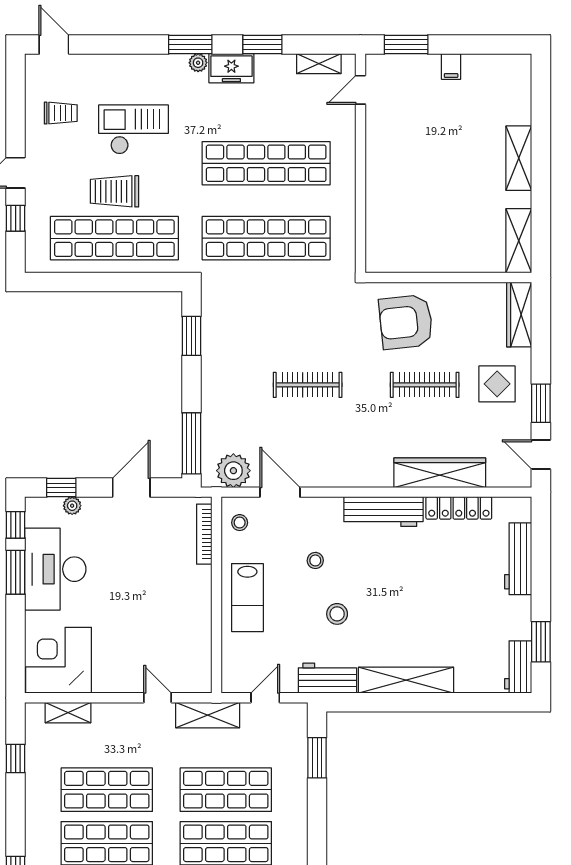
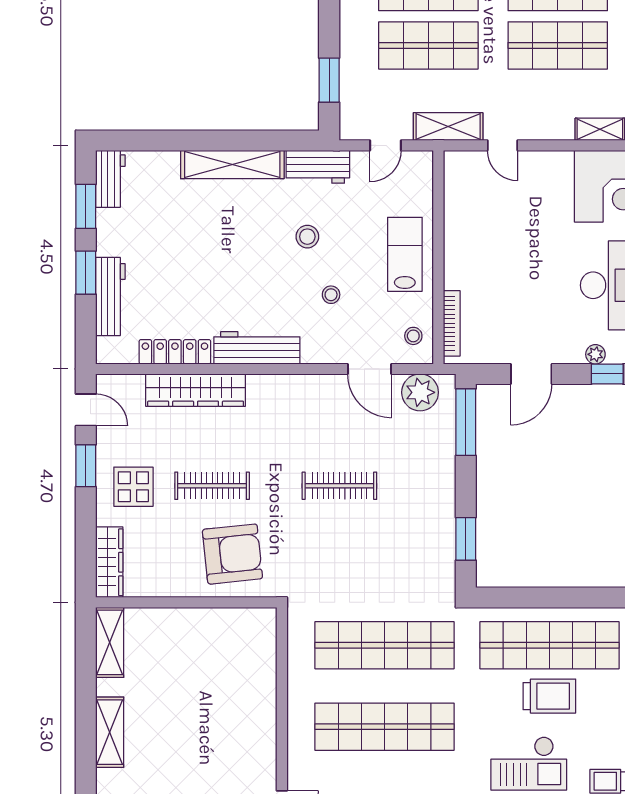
window: (541, 581) -> (86, 273), added

